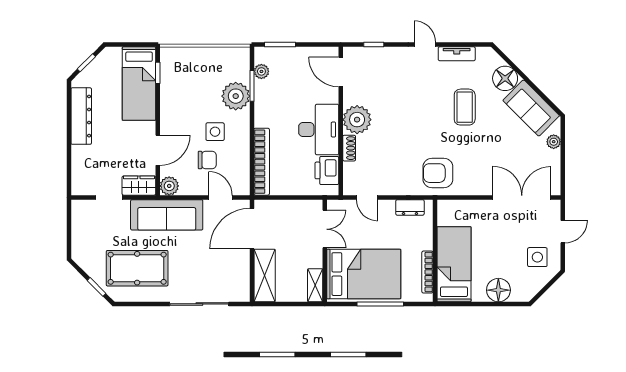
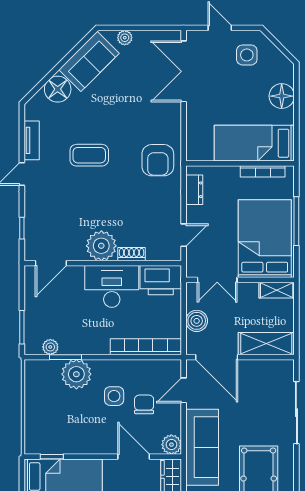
coffee table: (465, 107) -> (89, 155), moved
printer: (327, 170) -> (161, 280), width x1.37, depth x1.19
boiler: (286, 210) -> (197, 321), added
double door: (325, 229) -> (217, 280), swing flipped

